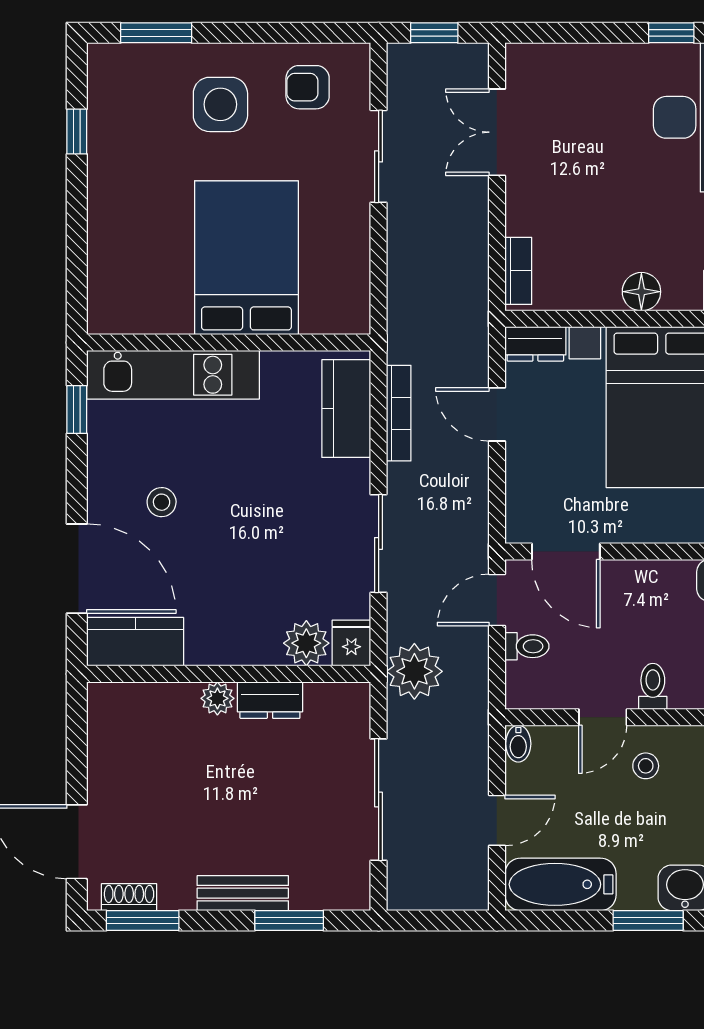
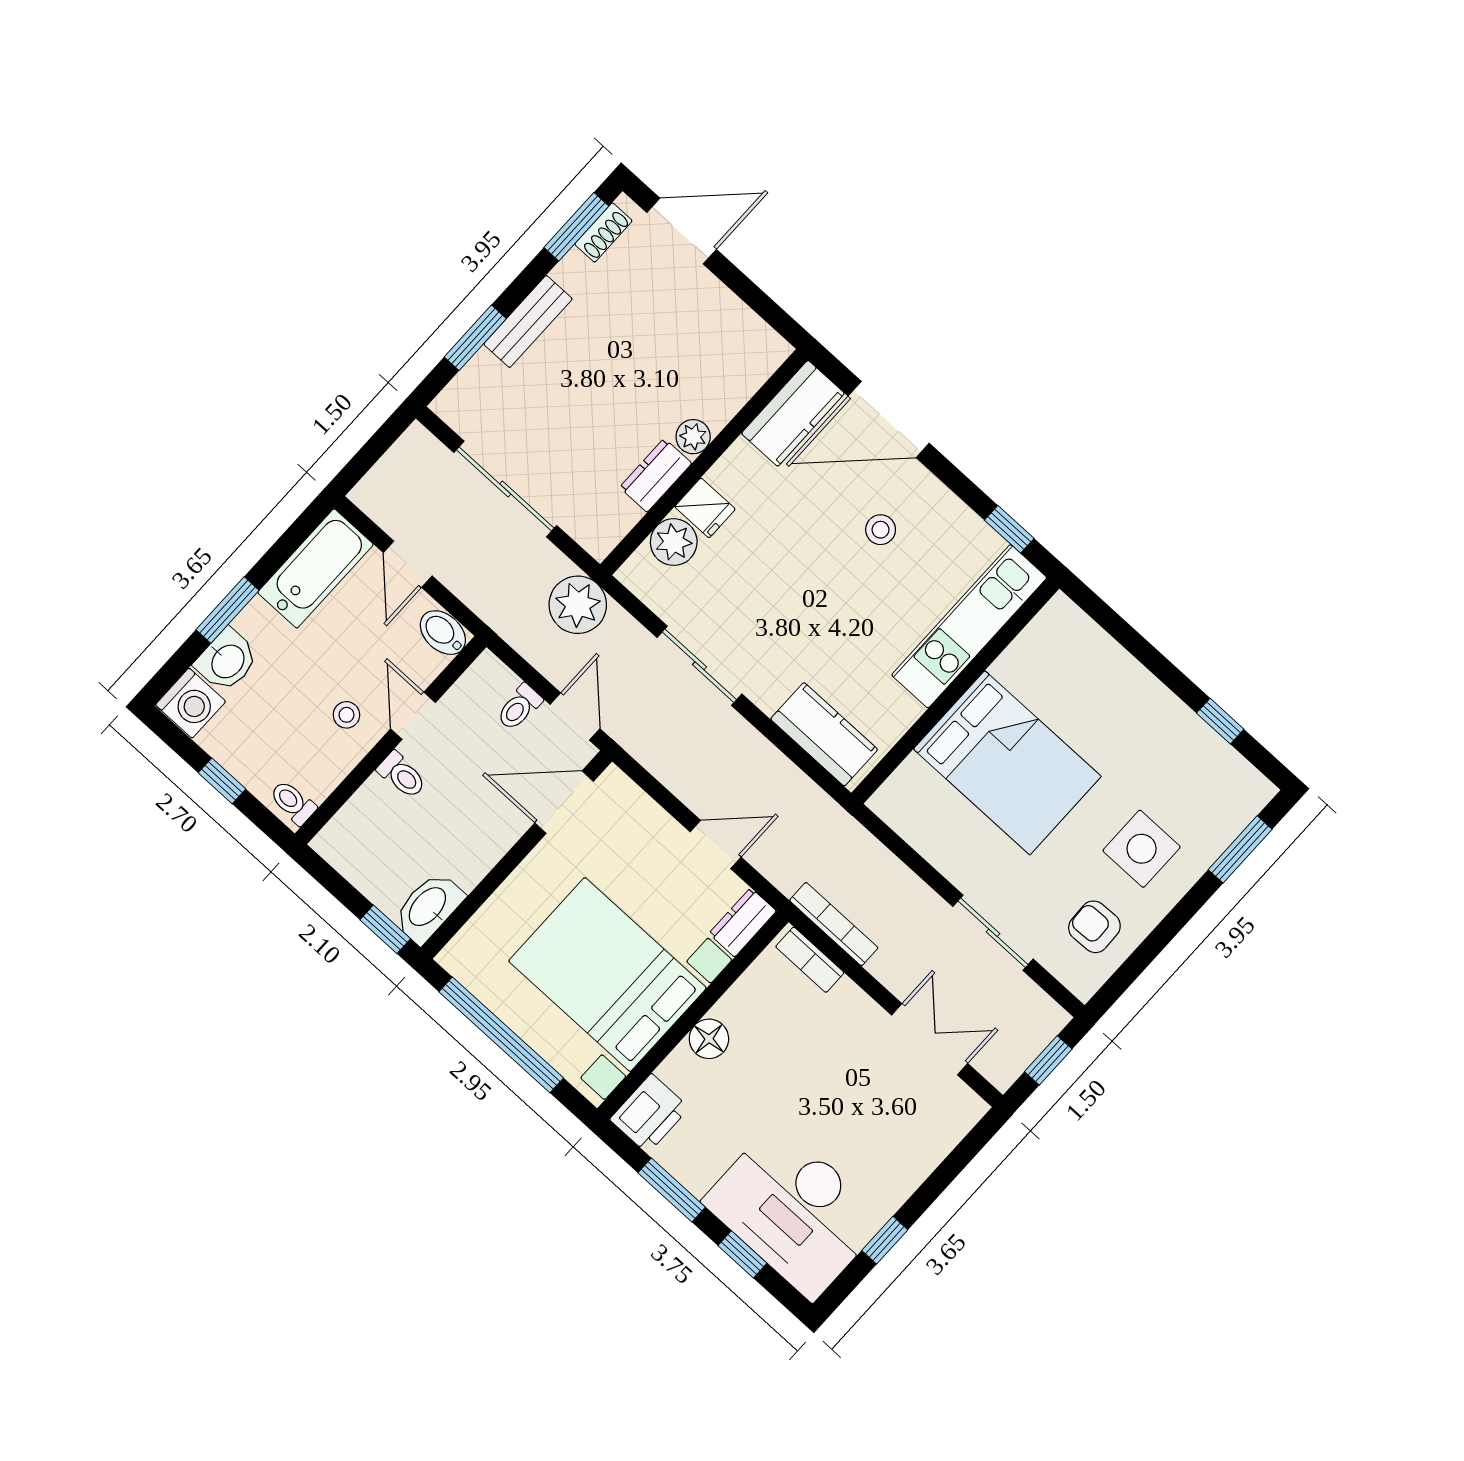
armchair: (308, 87) -> (1094, 927), turned -92
bookcase: (399, 413) -> (834, 924), moved, turned 180
fridge: (351, 643) -> (705, 508), moved
bidet: (518, 744) -> (443, 633), width x1.38, depth x1.36

